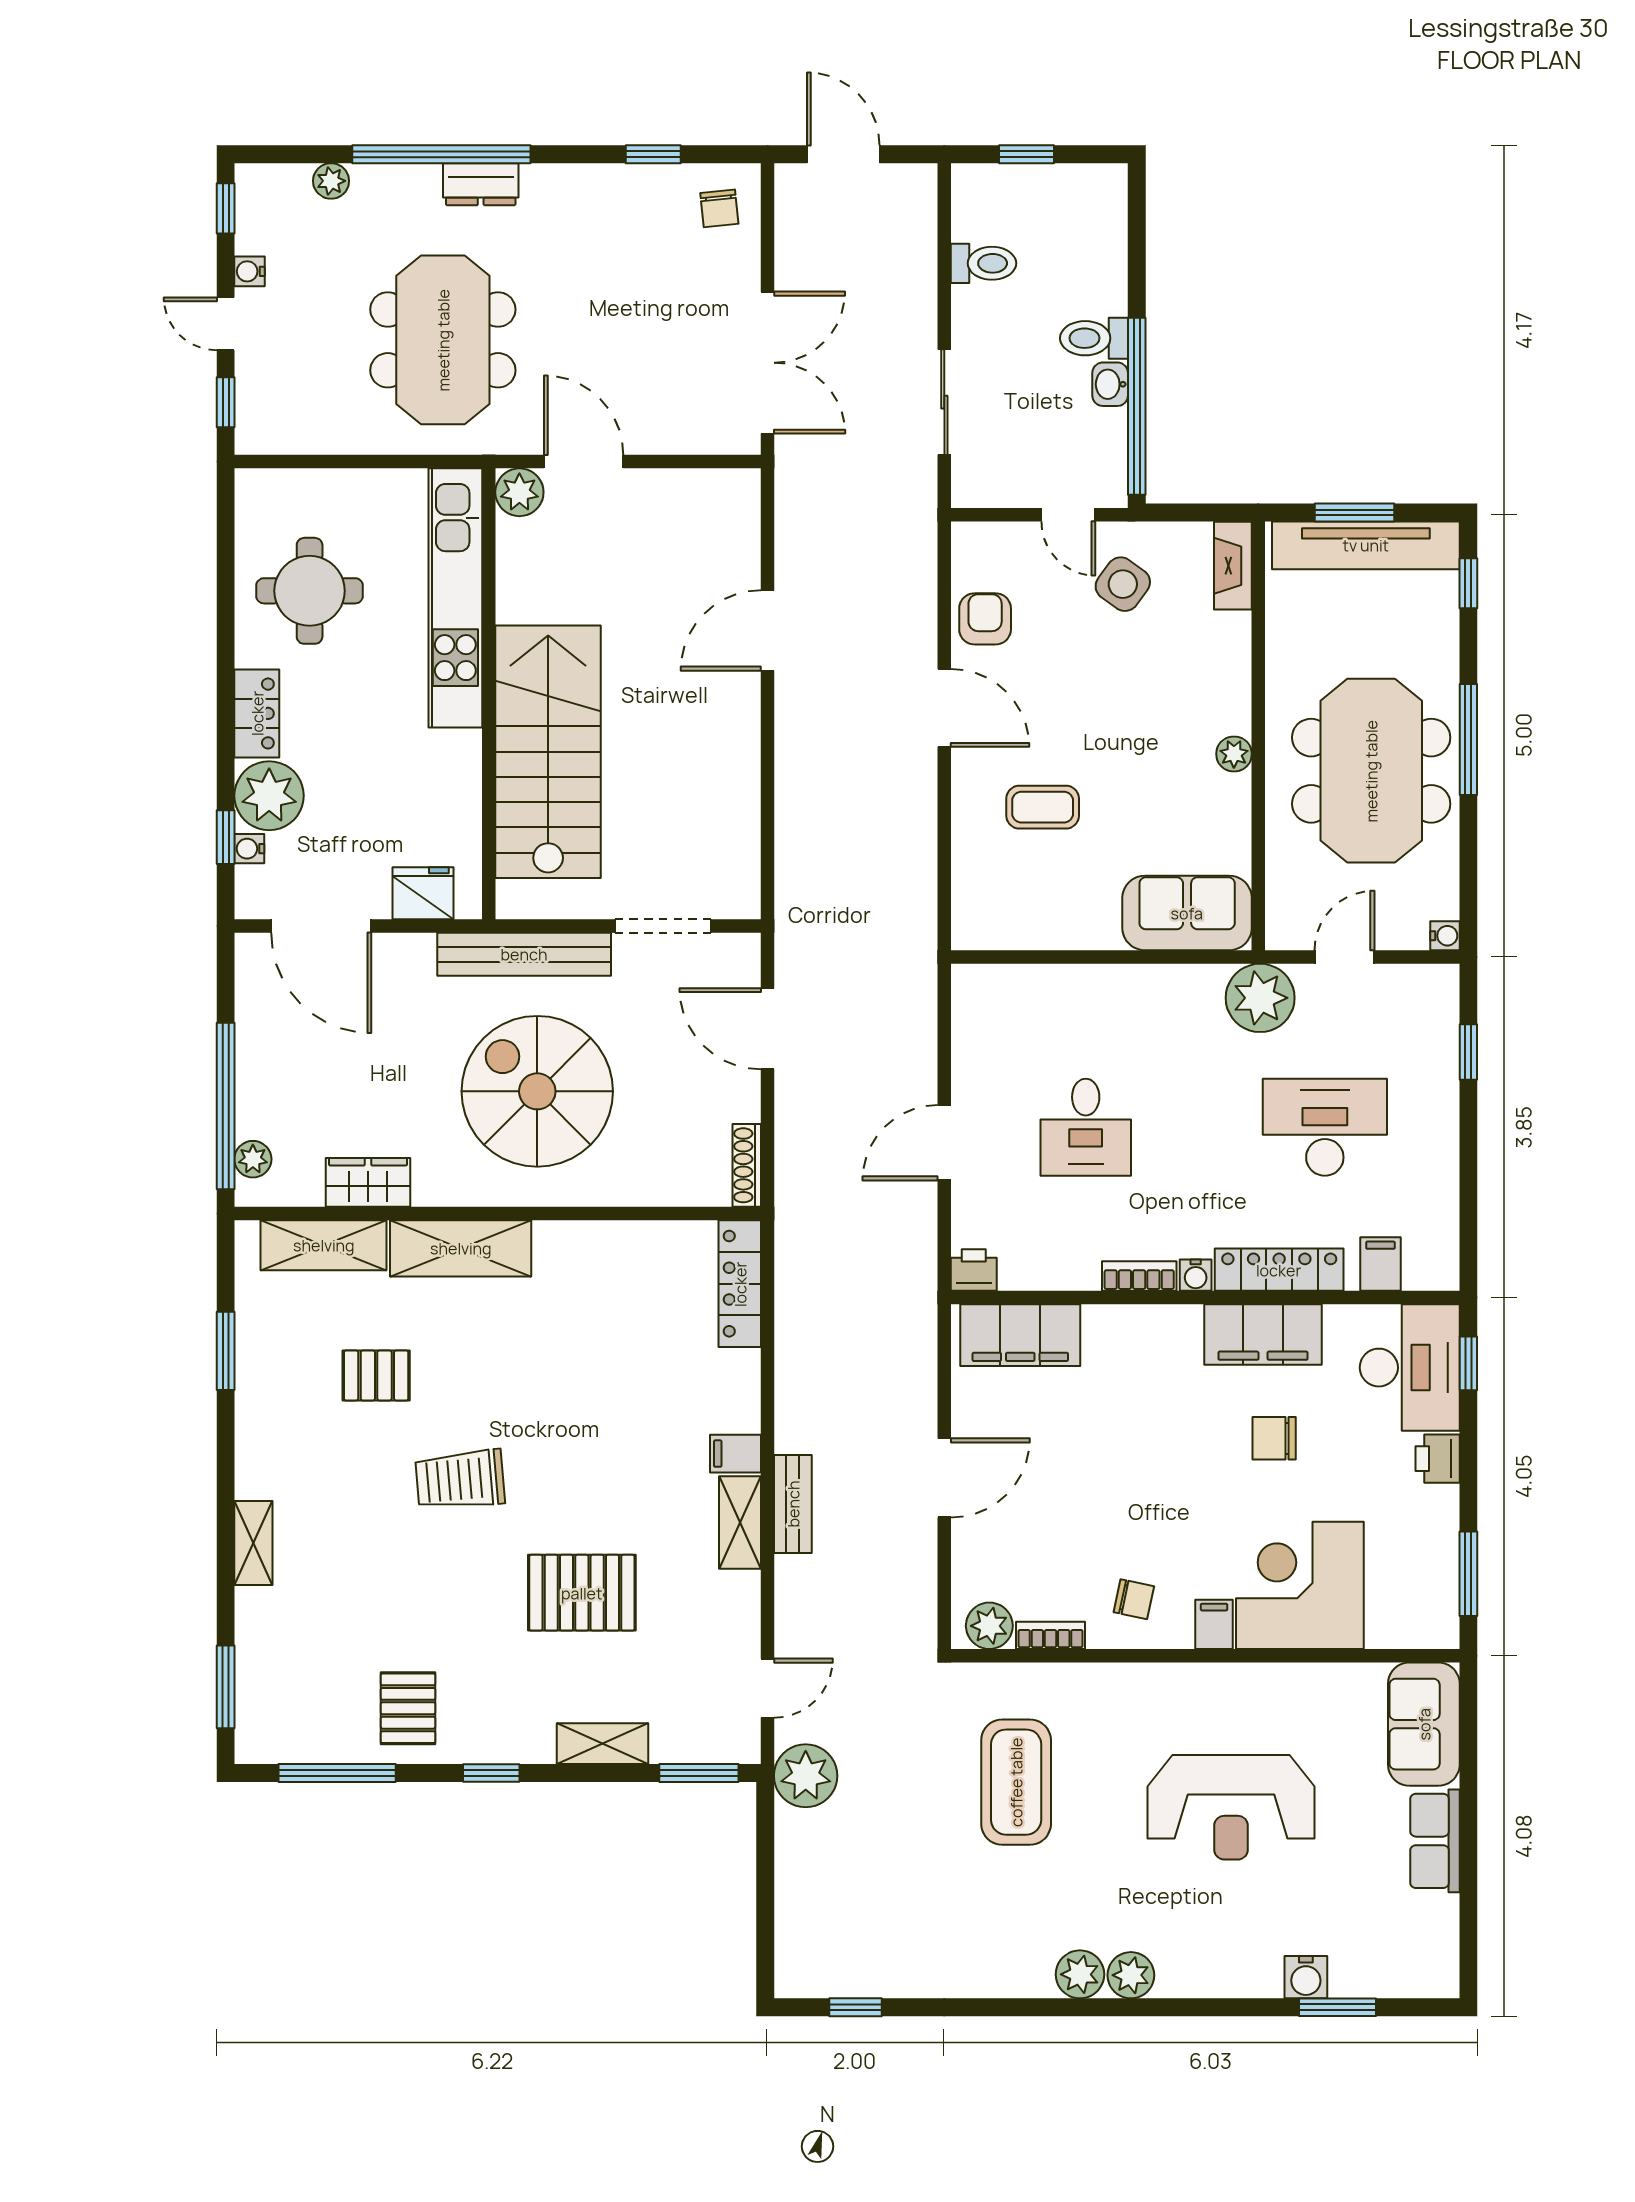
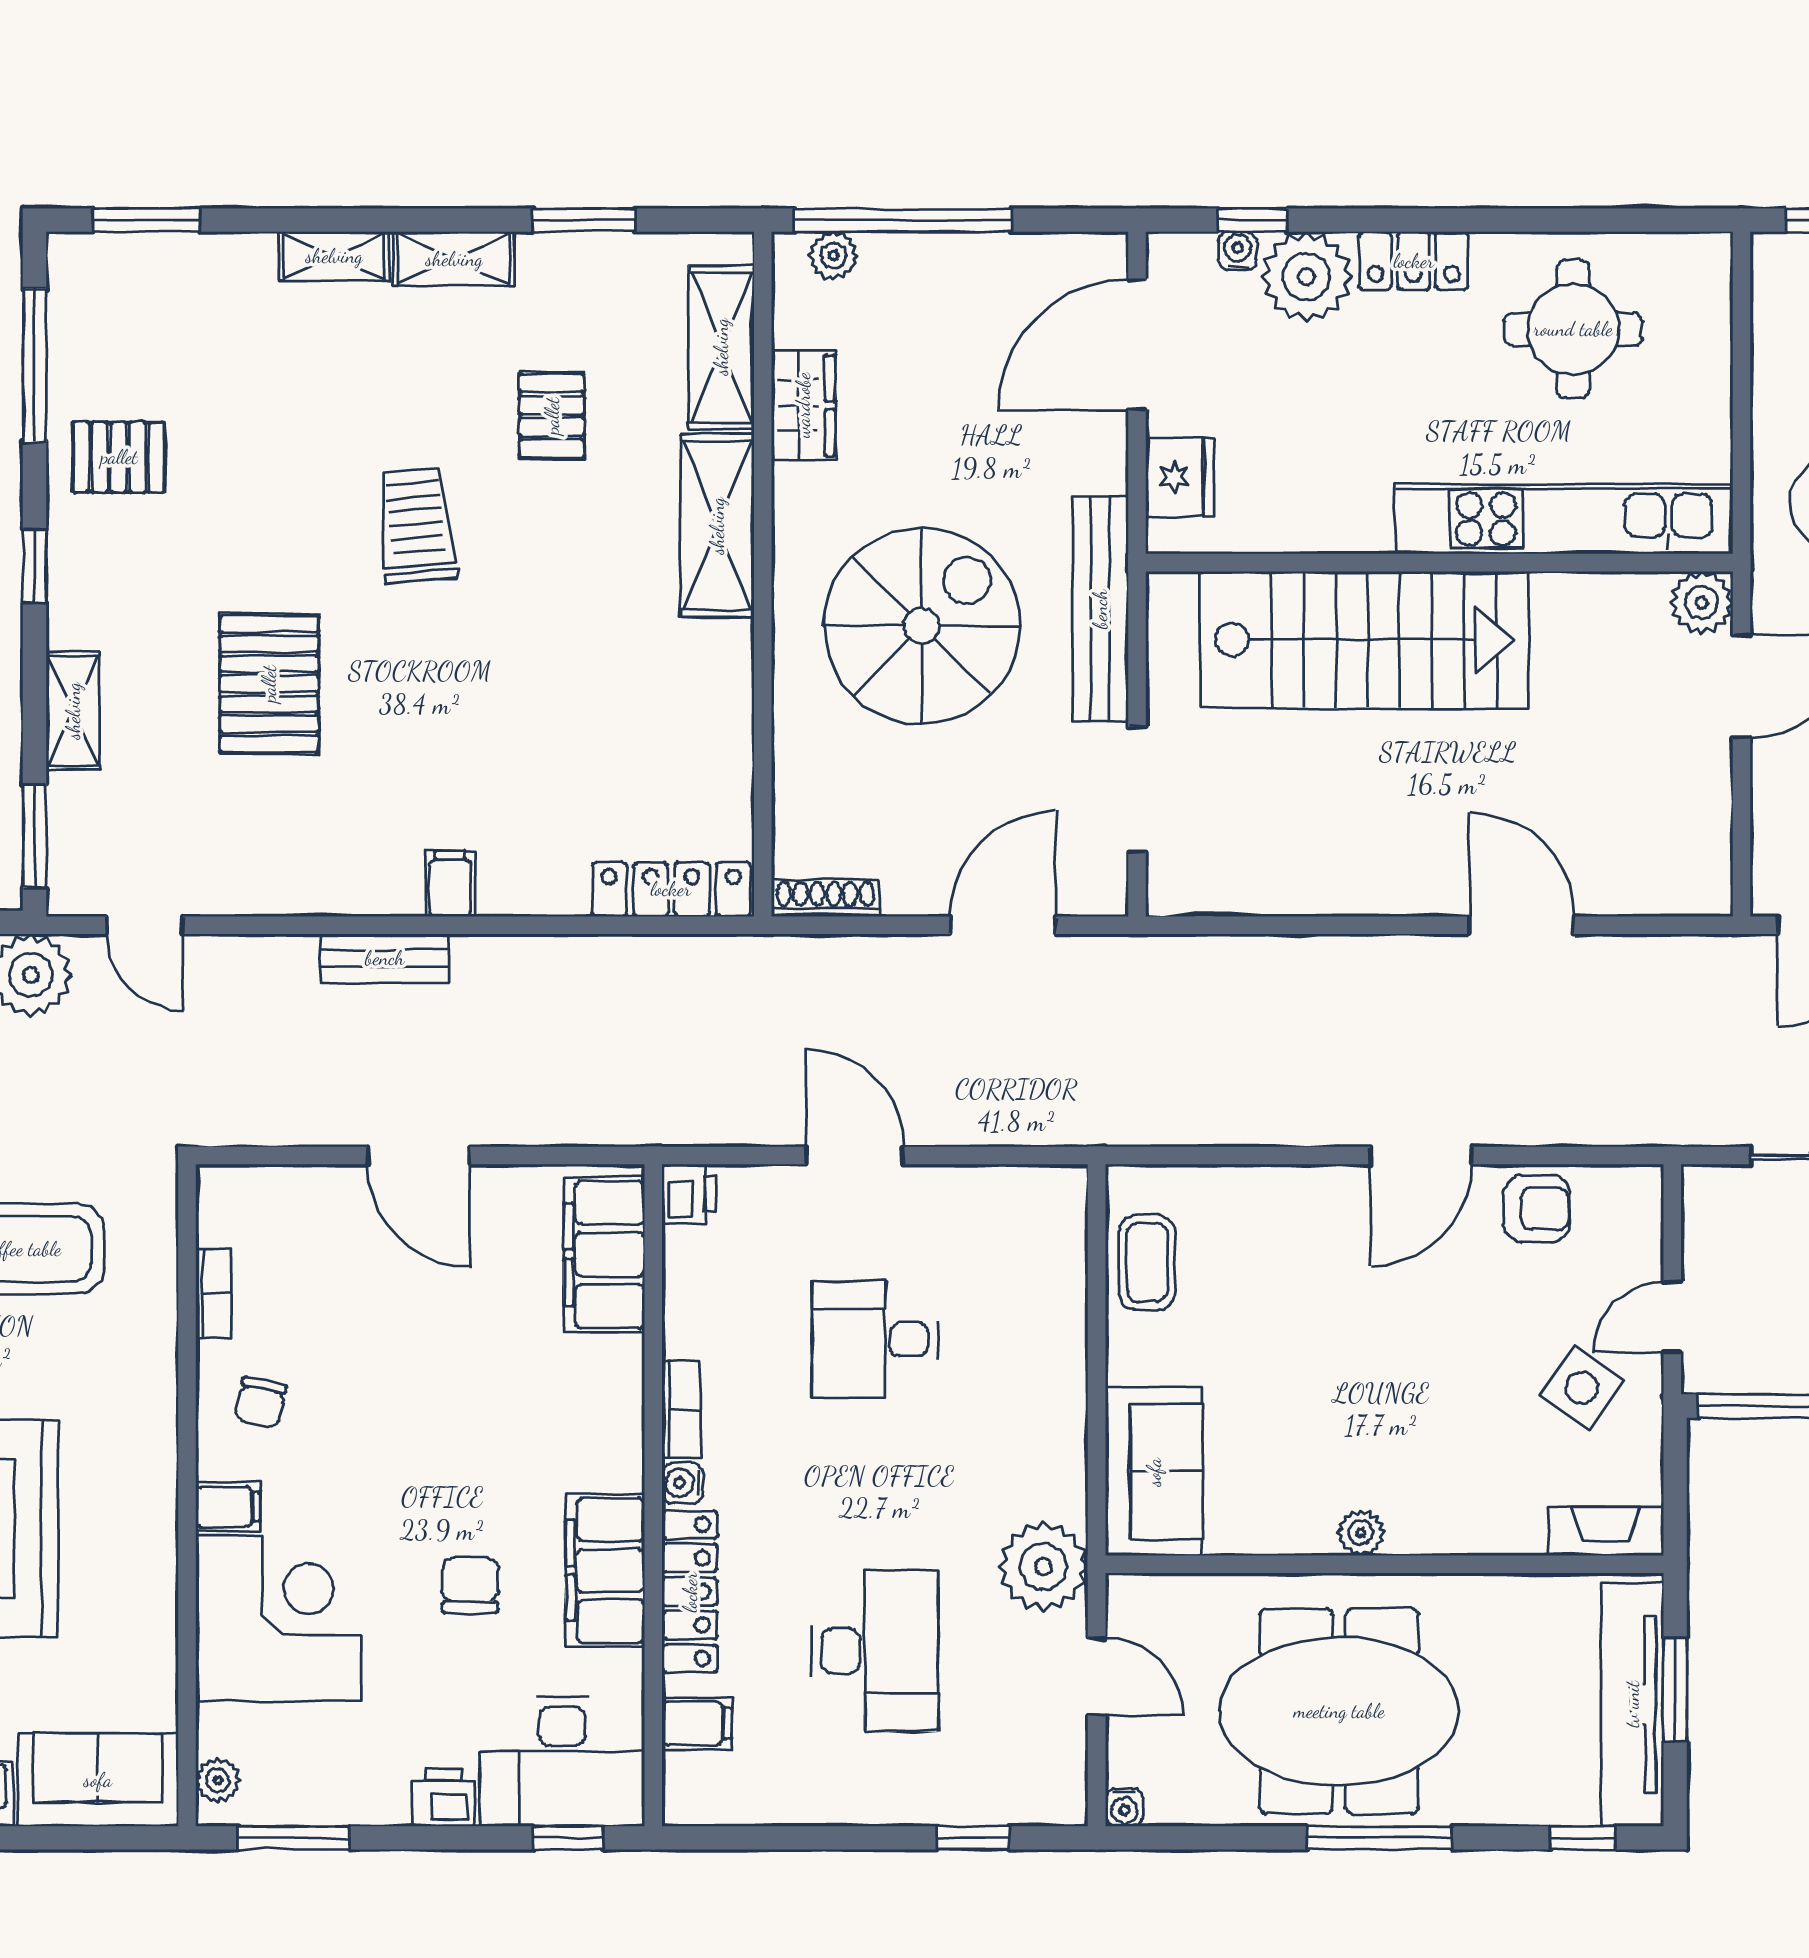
coffee table: (1043, 807) -> (1147, 1262), moved
shelving: (740, 1523) -> (454, 259), moved
plant: (989, 1626) -> (218, 1780), moved, width x0.73, depth x0.73

